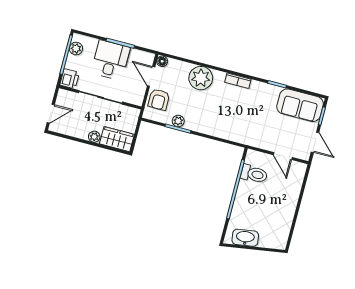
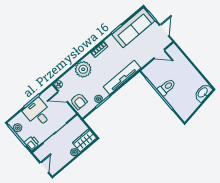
sofa: (300, 105) -> (133, 28), width x1.36
tv unit: (223, 131) -> (122, 77), added
door: (315, 142) -> (164, 30), hinge flipped
toilet: (254, 174) -> (167, 87), moved
washbasin: (245, 238) -> (203, 93), moved

